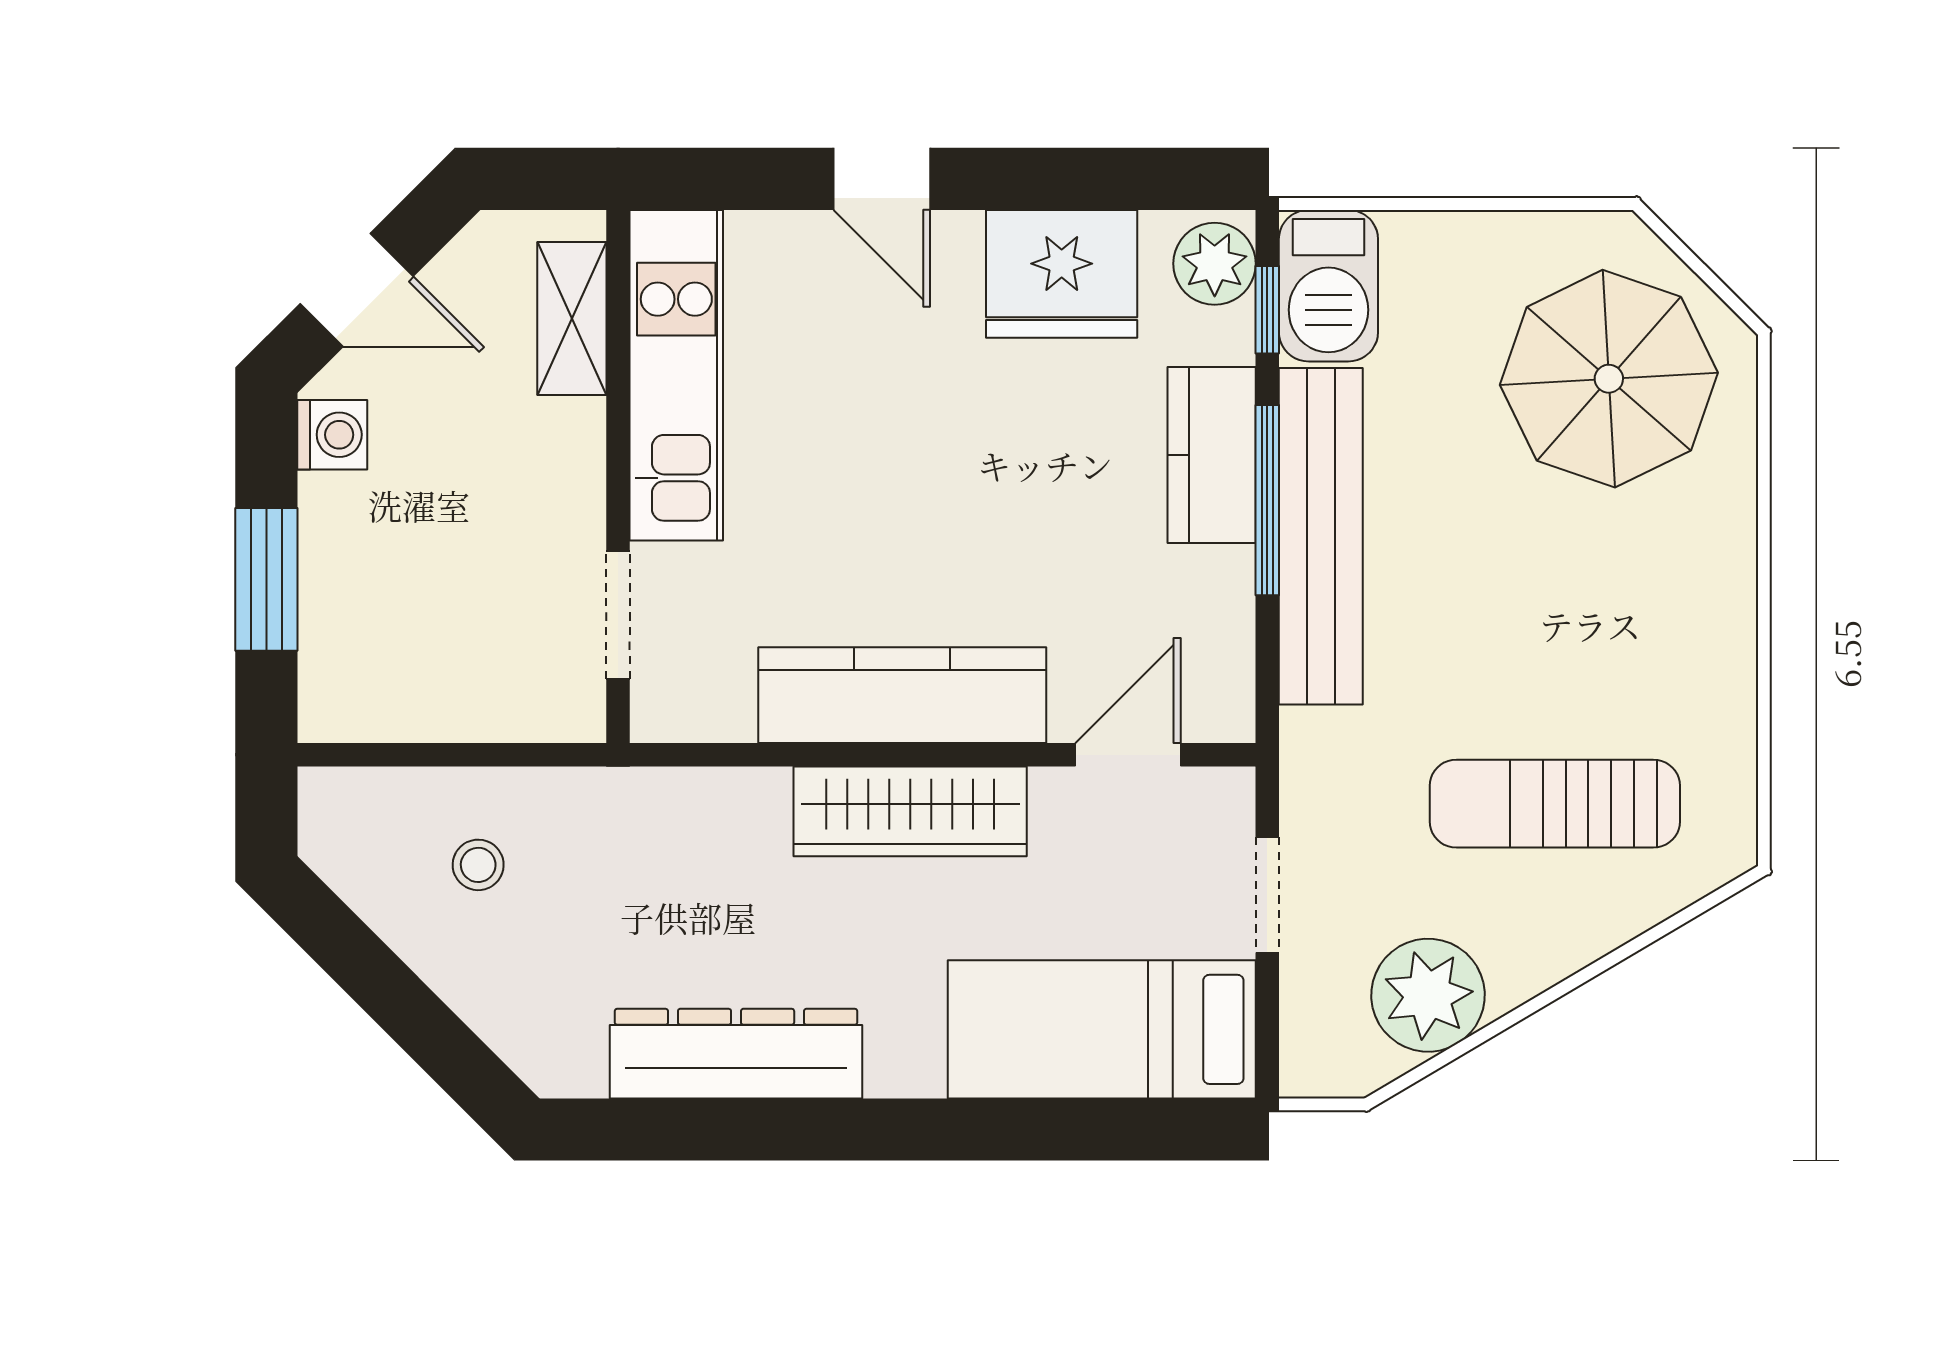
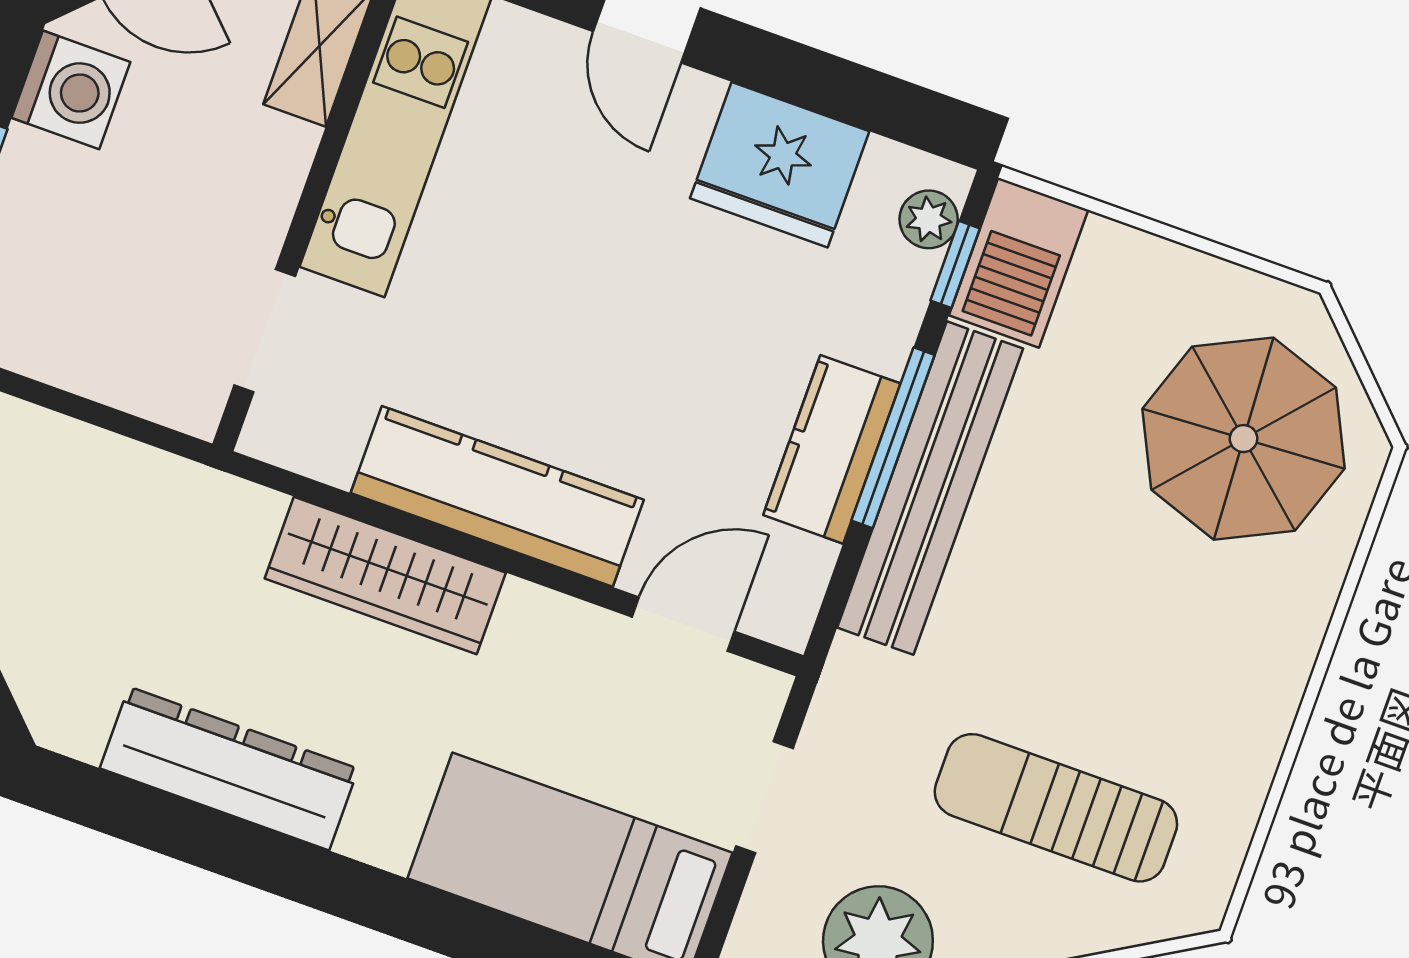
plant: (1215, 264) -> (929, 219), width x0.73, depth x0.73
washing machine: (332, 435) -> (71, 90), width x1.38, depth x1.38
kitchen counter: (1212, 455) -> (832, 449), moved
wardrobe: (910, 811) -> (385, 576), moved
stool: (478, 865) -> (56, 513), removed

